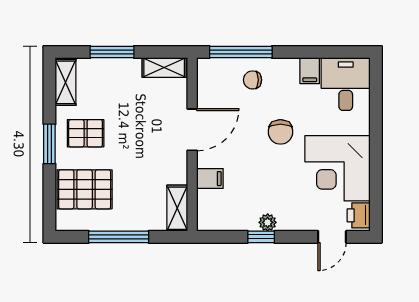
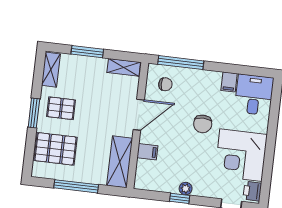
chair: (252, 80) -> (165, 84), moved, turned 180
shelving: (177, 208) -> (120, 162), width x1.50, depth x1.33

